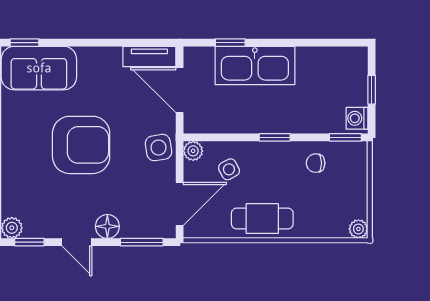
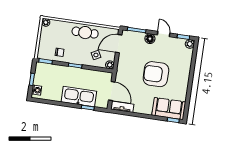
washing machine: (357, 118) -> (37, 90), moved
side table: (158, 148) -> (124, 68), removed

